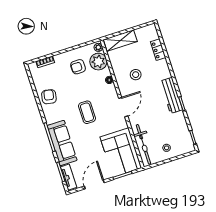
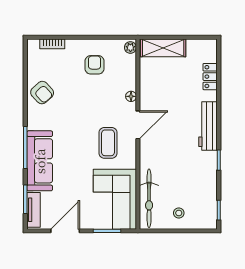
plant: (98, 62) -> (124, 67), removed
armchair: (78, 67) -> (95, 65), turned 90
stool: (136, 75) -> (169, 101), removed
workbench: (171, 95) -> (208, 126), moved
armchair: (49, 97) -> (42, 93), turned 126
door: (123, 107) -> (138, 125), moved
coffee table: (87, 112) -> (108, 143), moved

